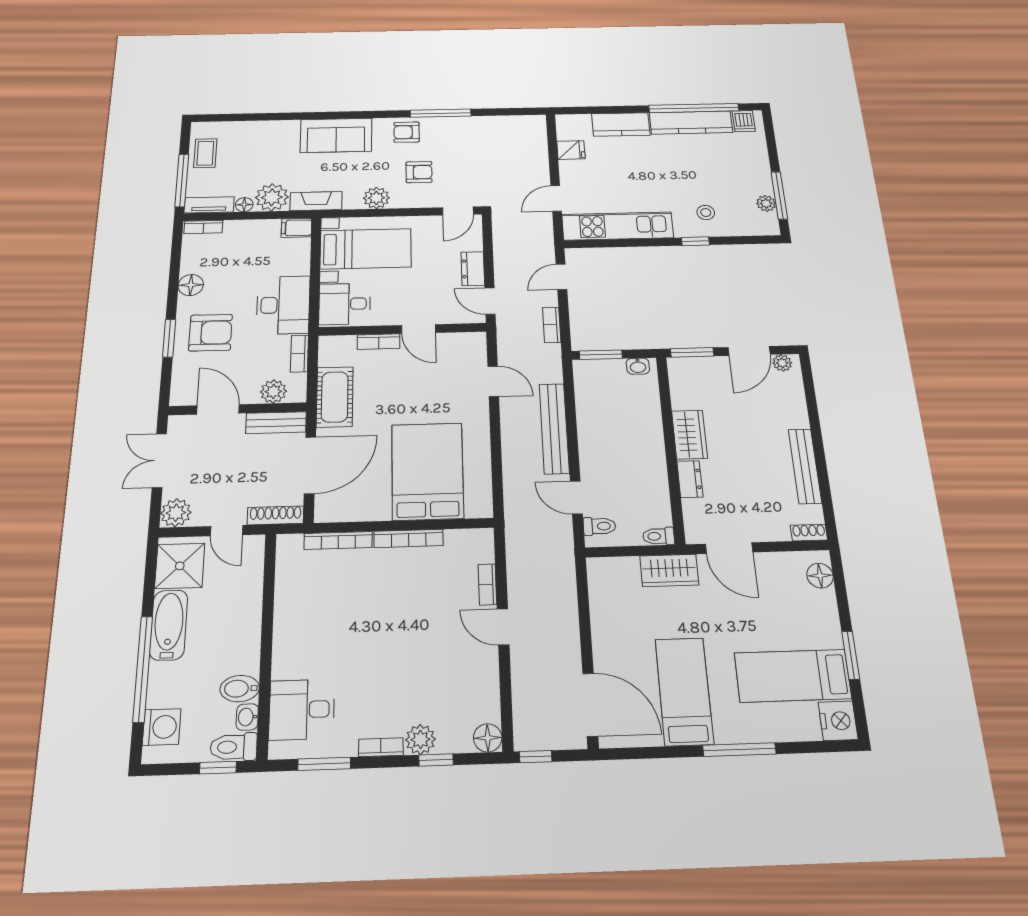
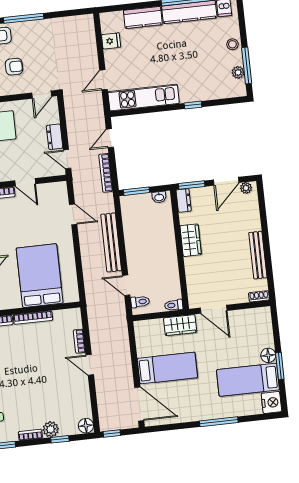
stool: (706, 212) -> (232, 44), moved
bookcase: (552, 325) -> (106, 173), width x1.56
dresser: (690, 479) -> (184, 200), moved
floor lamp: (820, 576) -> (268, 355), moved
bed: (684, 691) -> (167, 368), moved, turned 90

